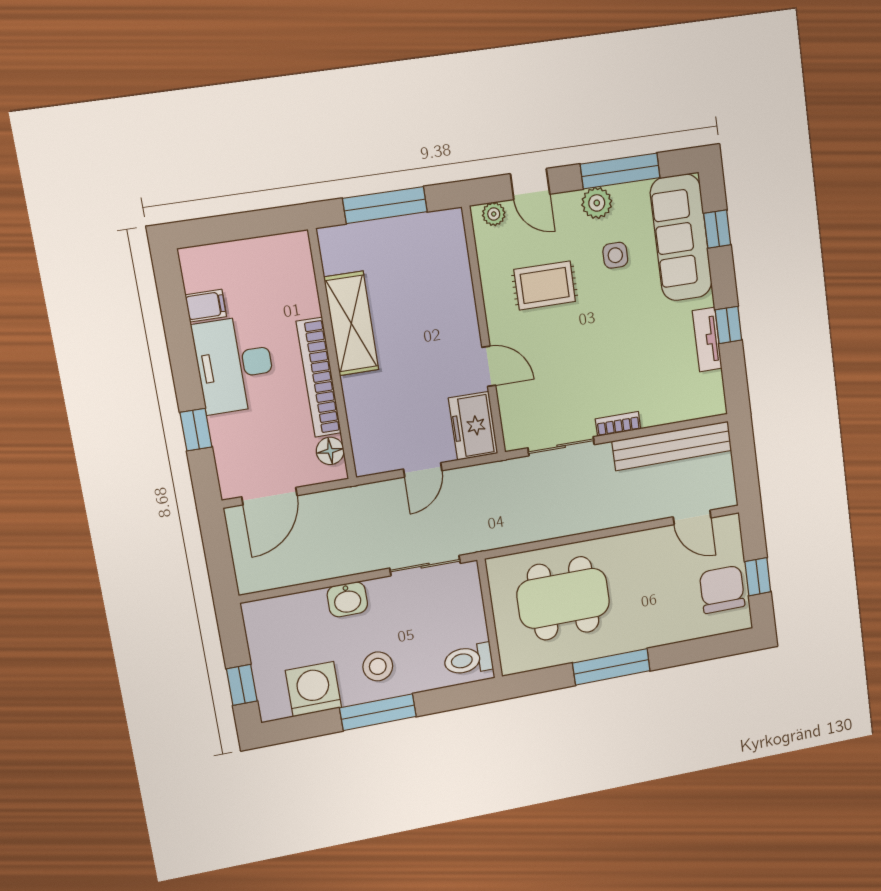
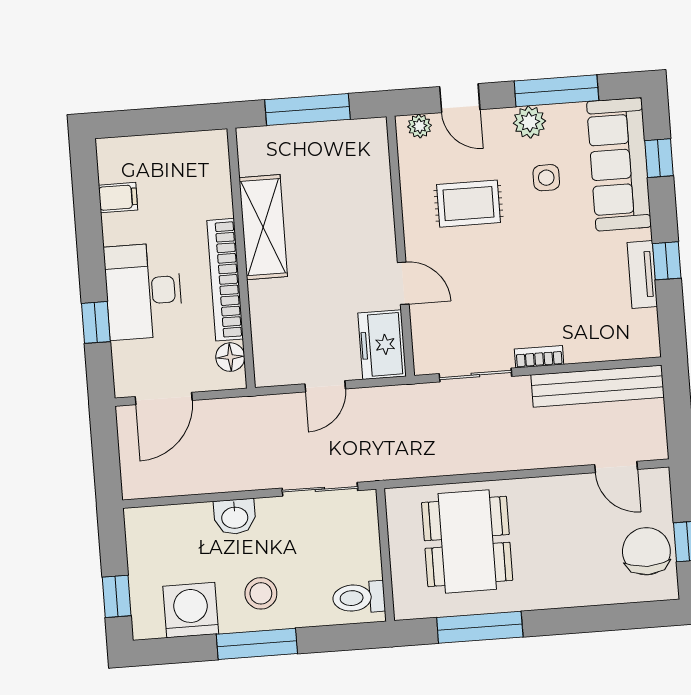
desk: (235, 365) -> (143, 291), moved
dining table: (563, 598) -> (467, 541), turned 90
window: (611, 667) -> (480, 627), moved

